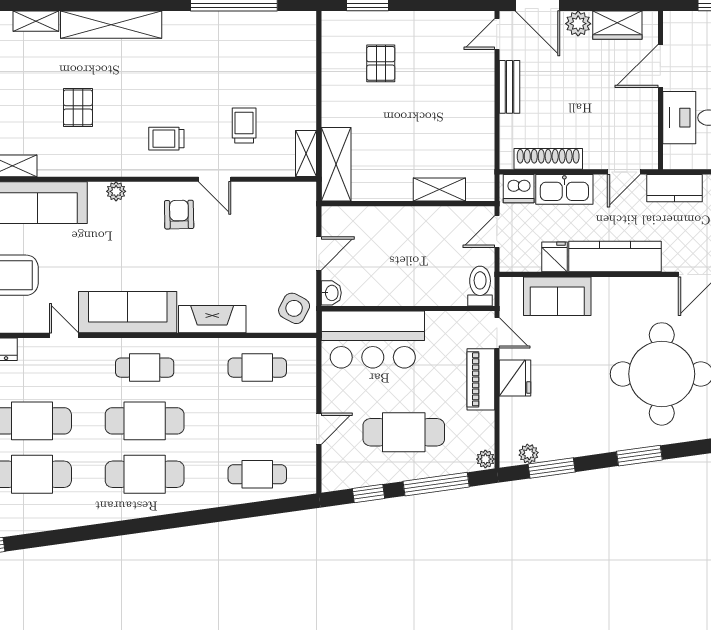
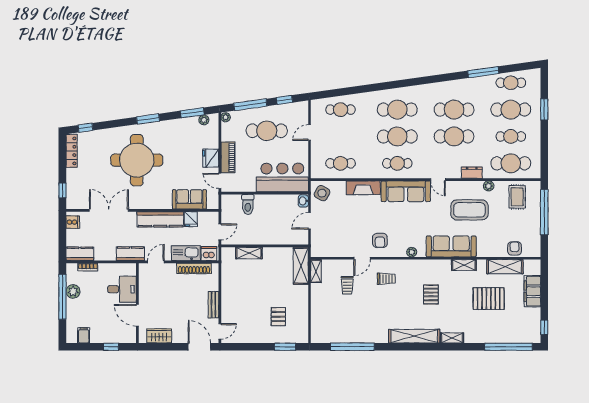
plant: (578, 24) -> (179, 337), removed
door: (660, 66) -> (137, 315), swing flipped
door: (215, 179) -> (362, 258), swing flipped
toilet: (480, 286) -> (248, 204), moved

